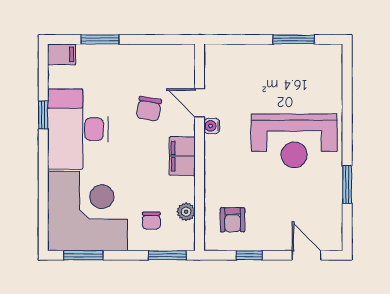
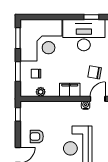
armchair: (233, 220) -> (37, 136), moved
window: (167, 255) -> (18, 72), moved
window: (249, 255) -> (18, 114), moved

